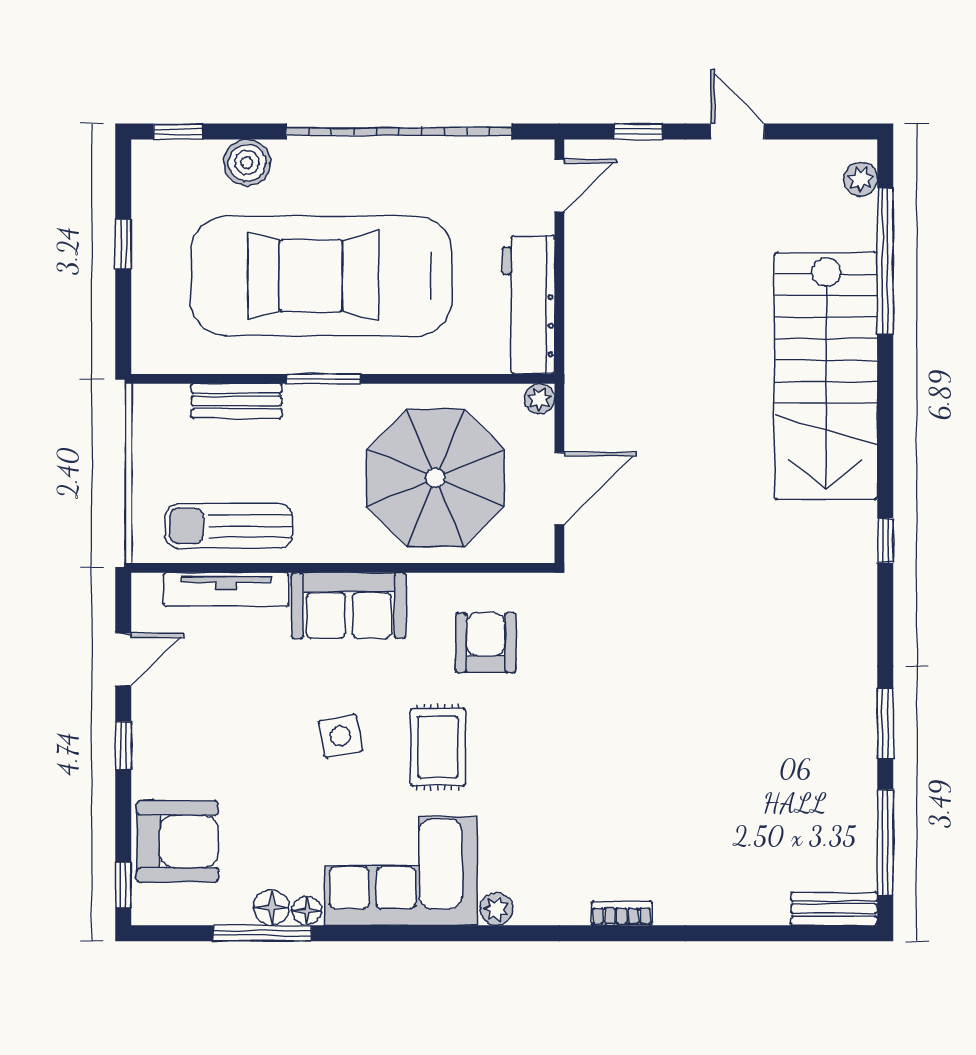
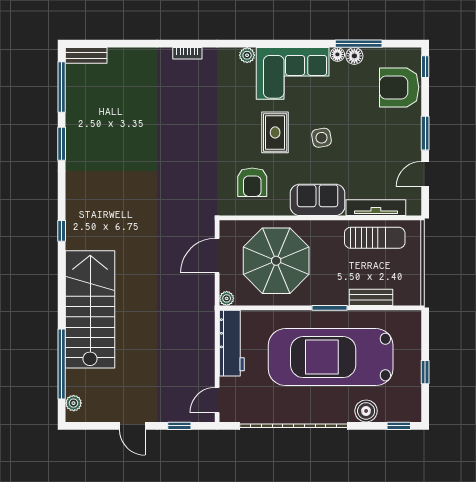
car: (321, 276) -> (331, 357), turned 180
window: (123, 746) -> (425, 133), width x1.50

